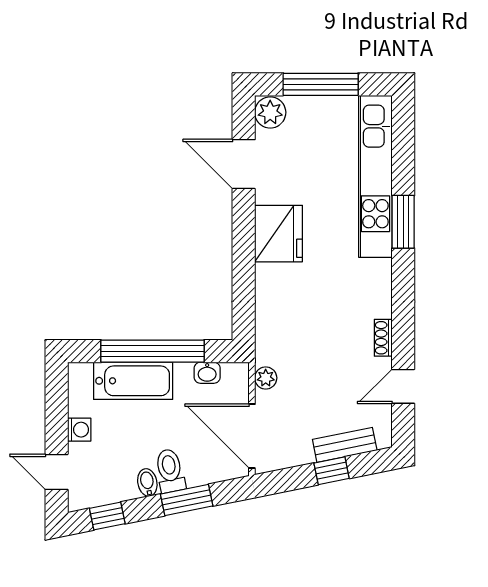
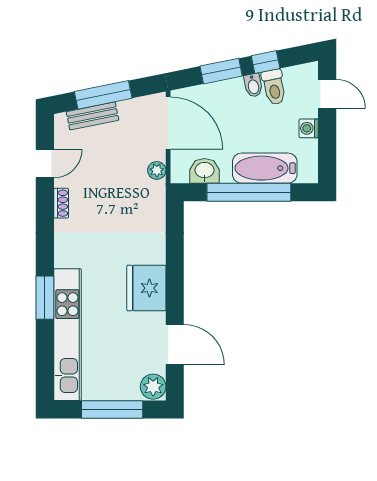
washbasin: (207, 373) -> (204, 171), width x1.38, depth x1.45
toilet: (170, 471) -> (274, 87), moved
window: (332, 471) -> (103, 95), width x2.17
window: (107, 516) -> (266, 62), moved

